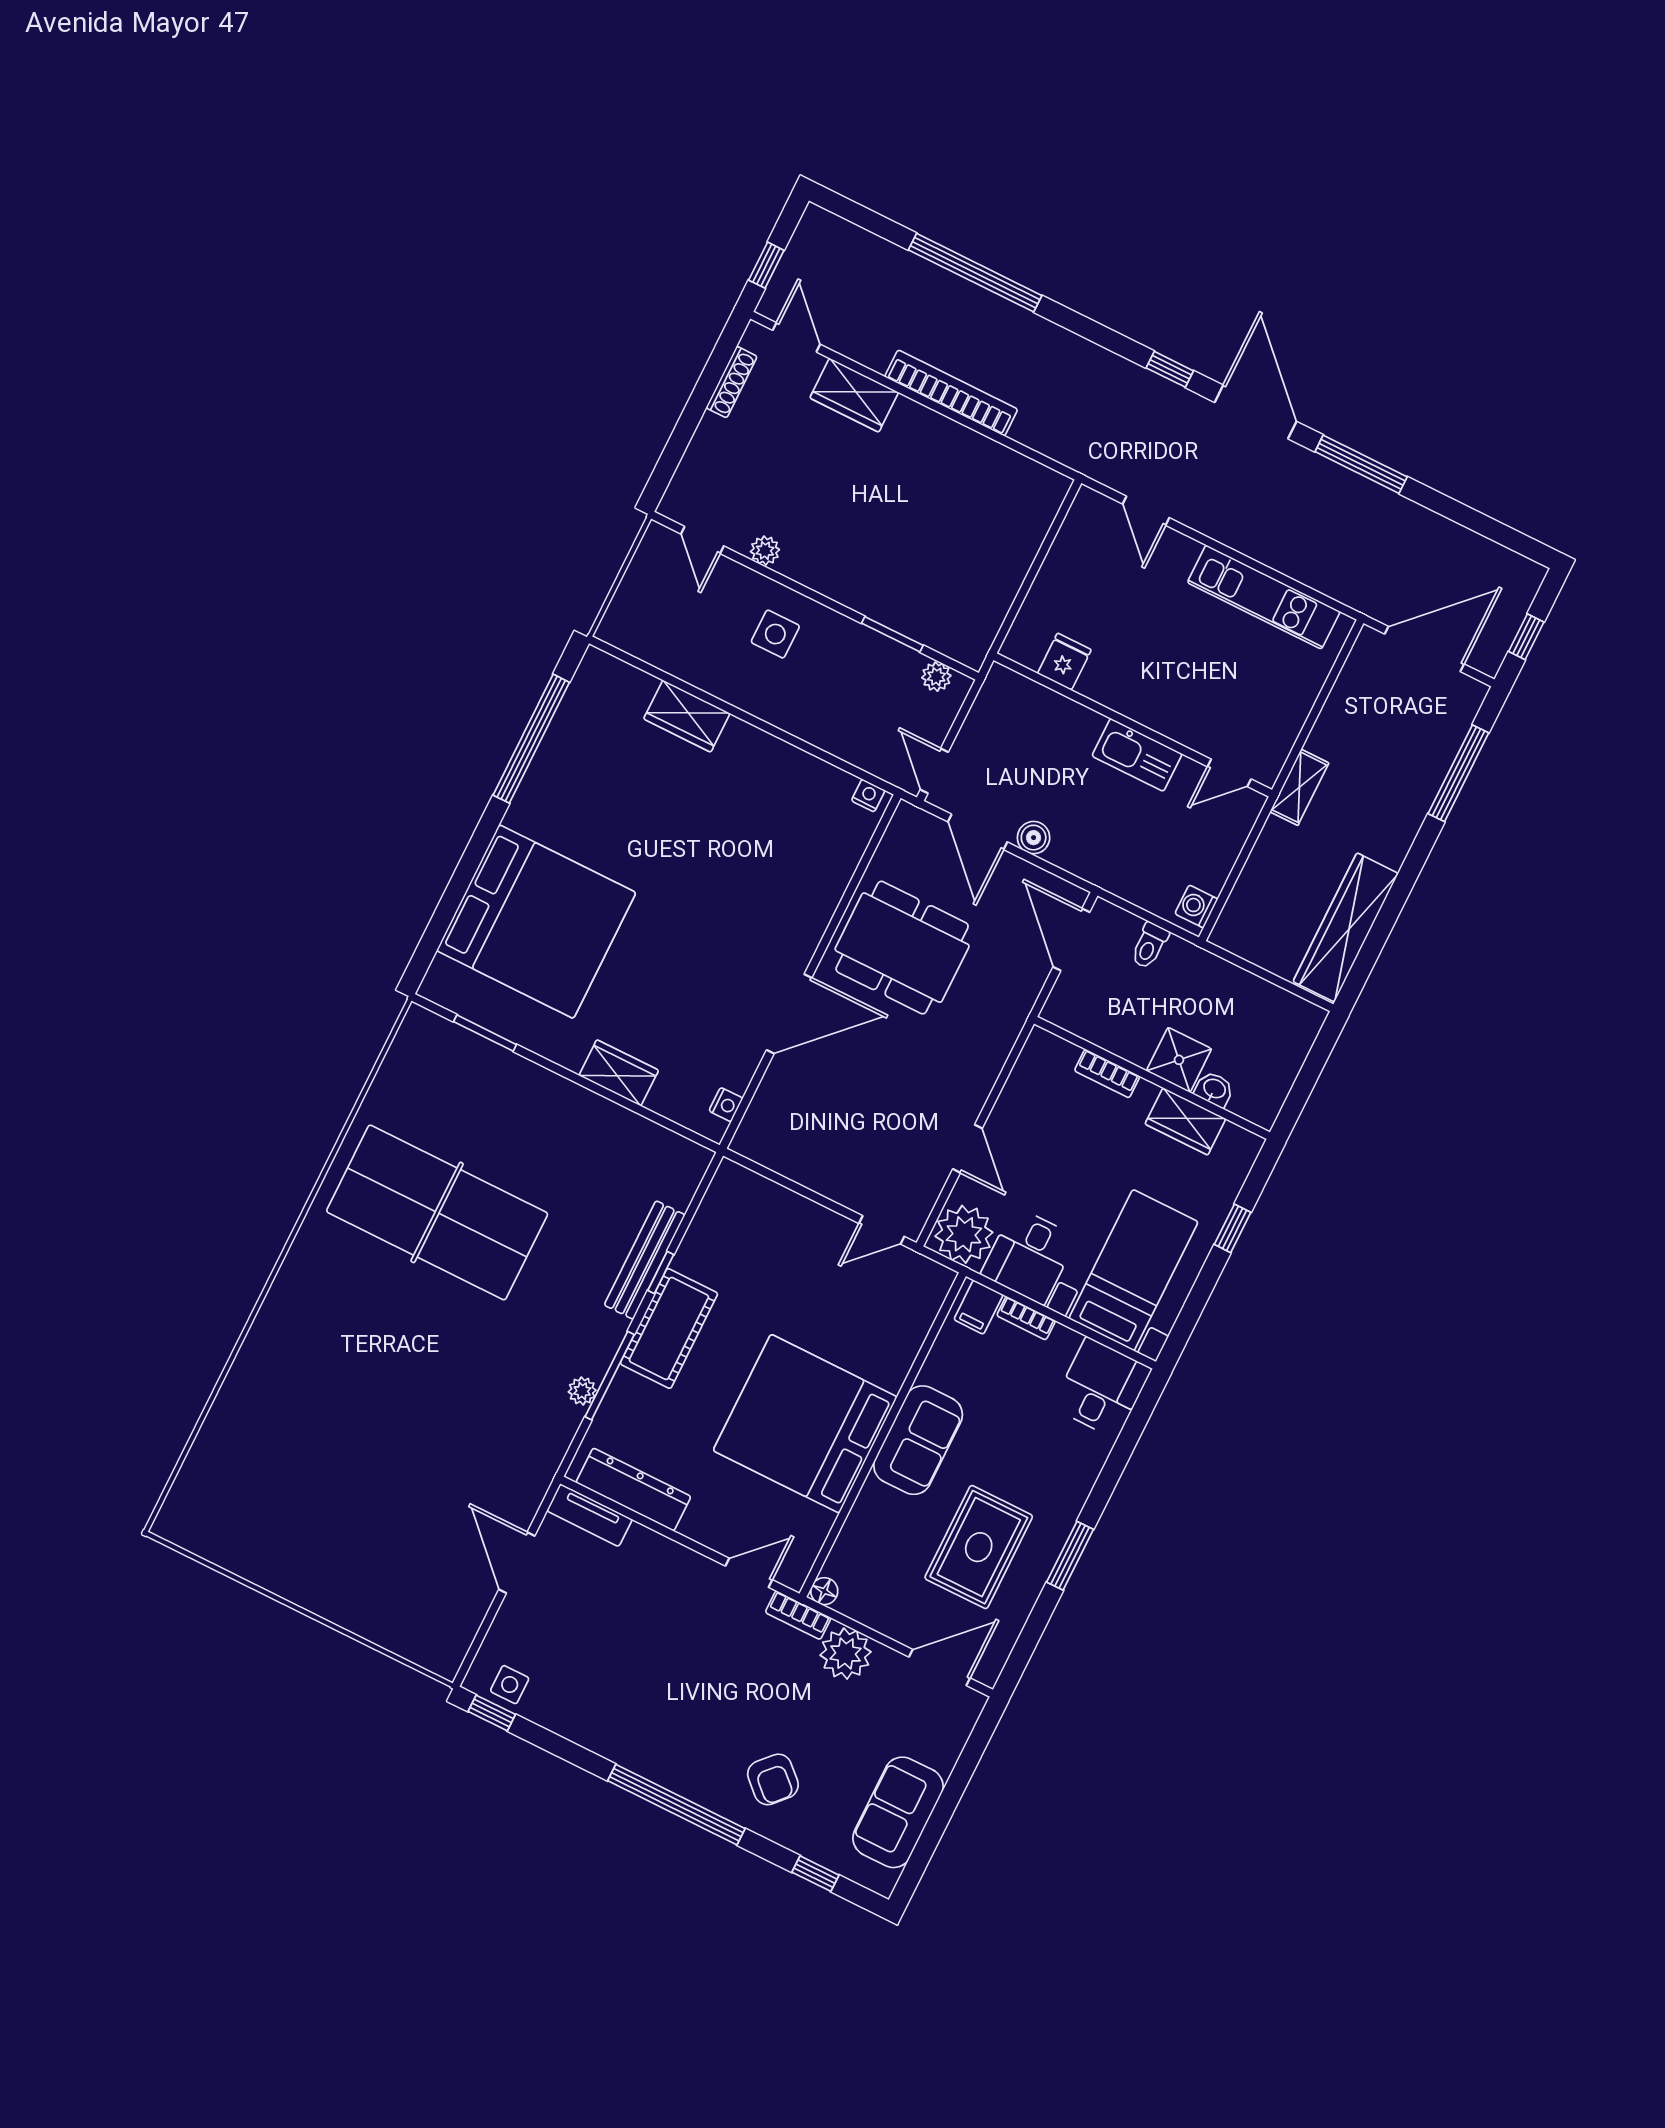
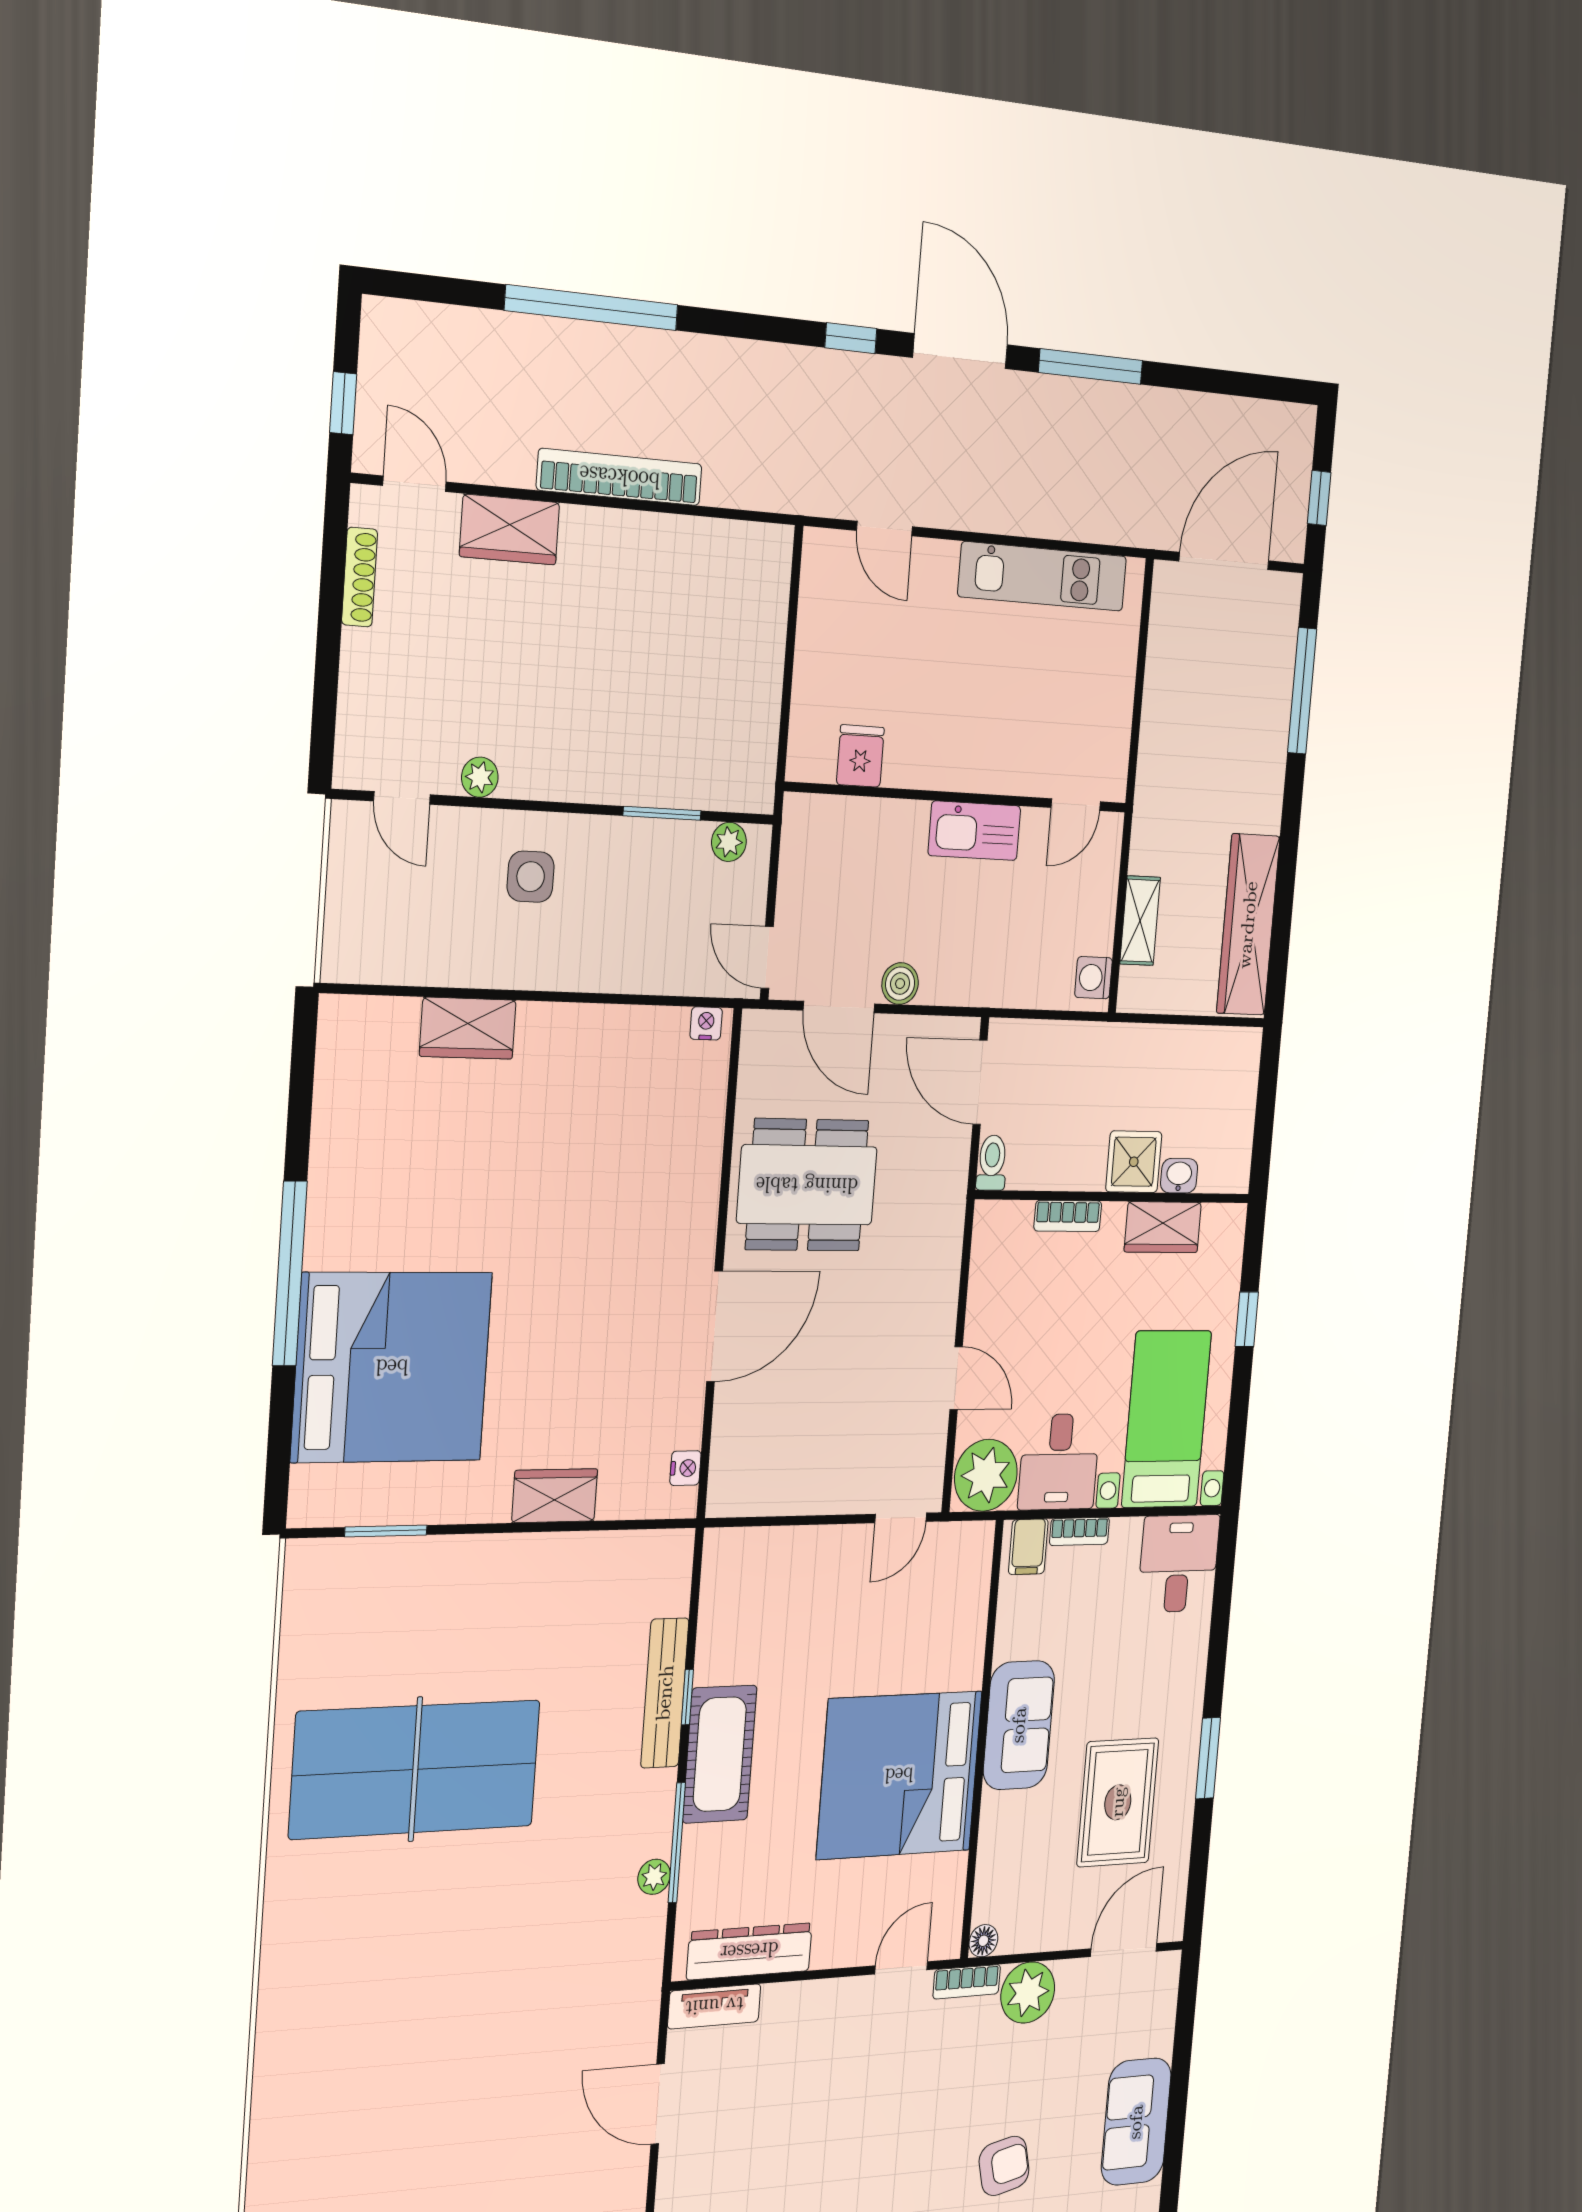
window: (531, 739) -> (290, 1274), moved
shelving: (1299, 787) -> (1140, 921), moved
toilet: (1149, 946) -> (992, 1163), moved, turned 180
armchair: (773, 1779) -> (1004, 2166), turned -56

